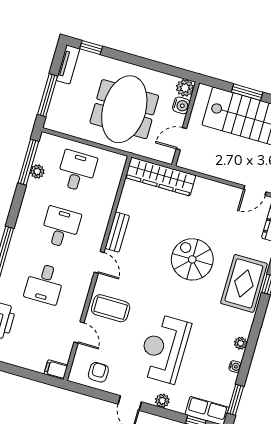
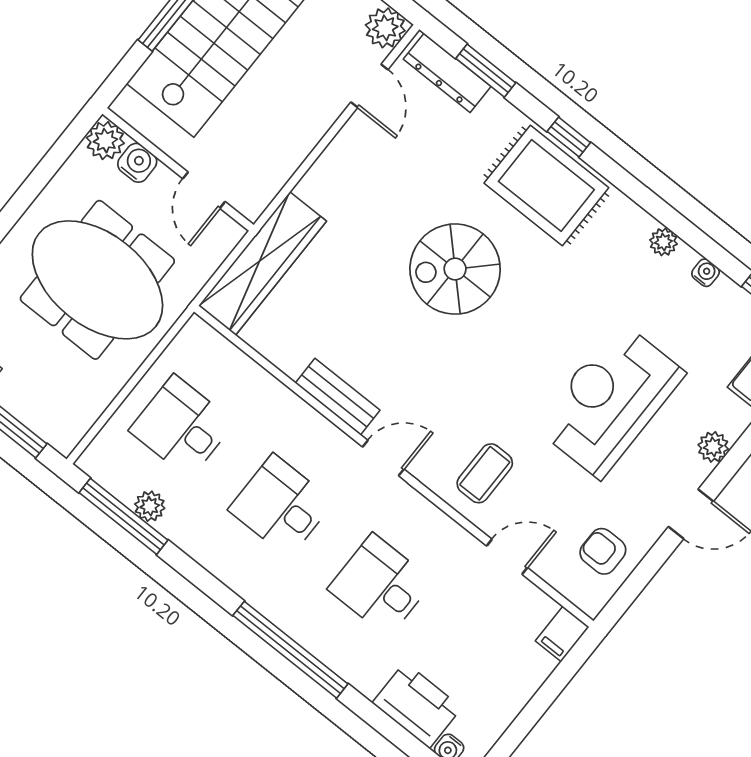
desk: (45, 284) -> (380, 585), turned 180
coffee table: (111, 308) -> (485, 473), width x0.73, depth x0.77
reception desk: (164, 349) -> (610, 400), turned 90

